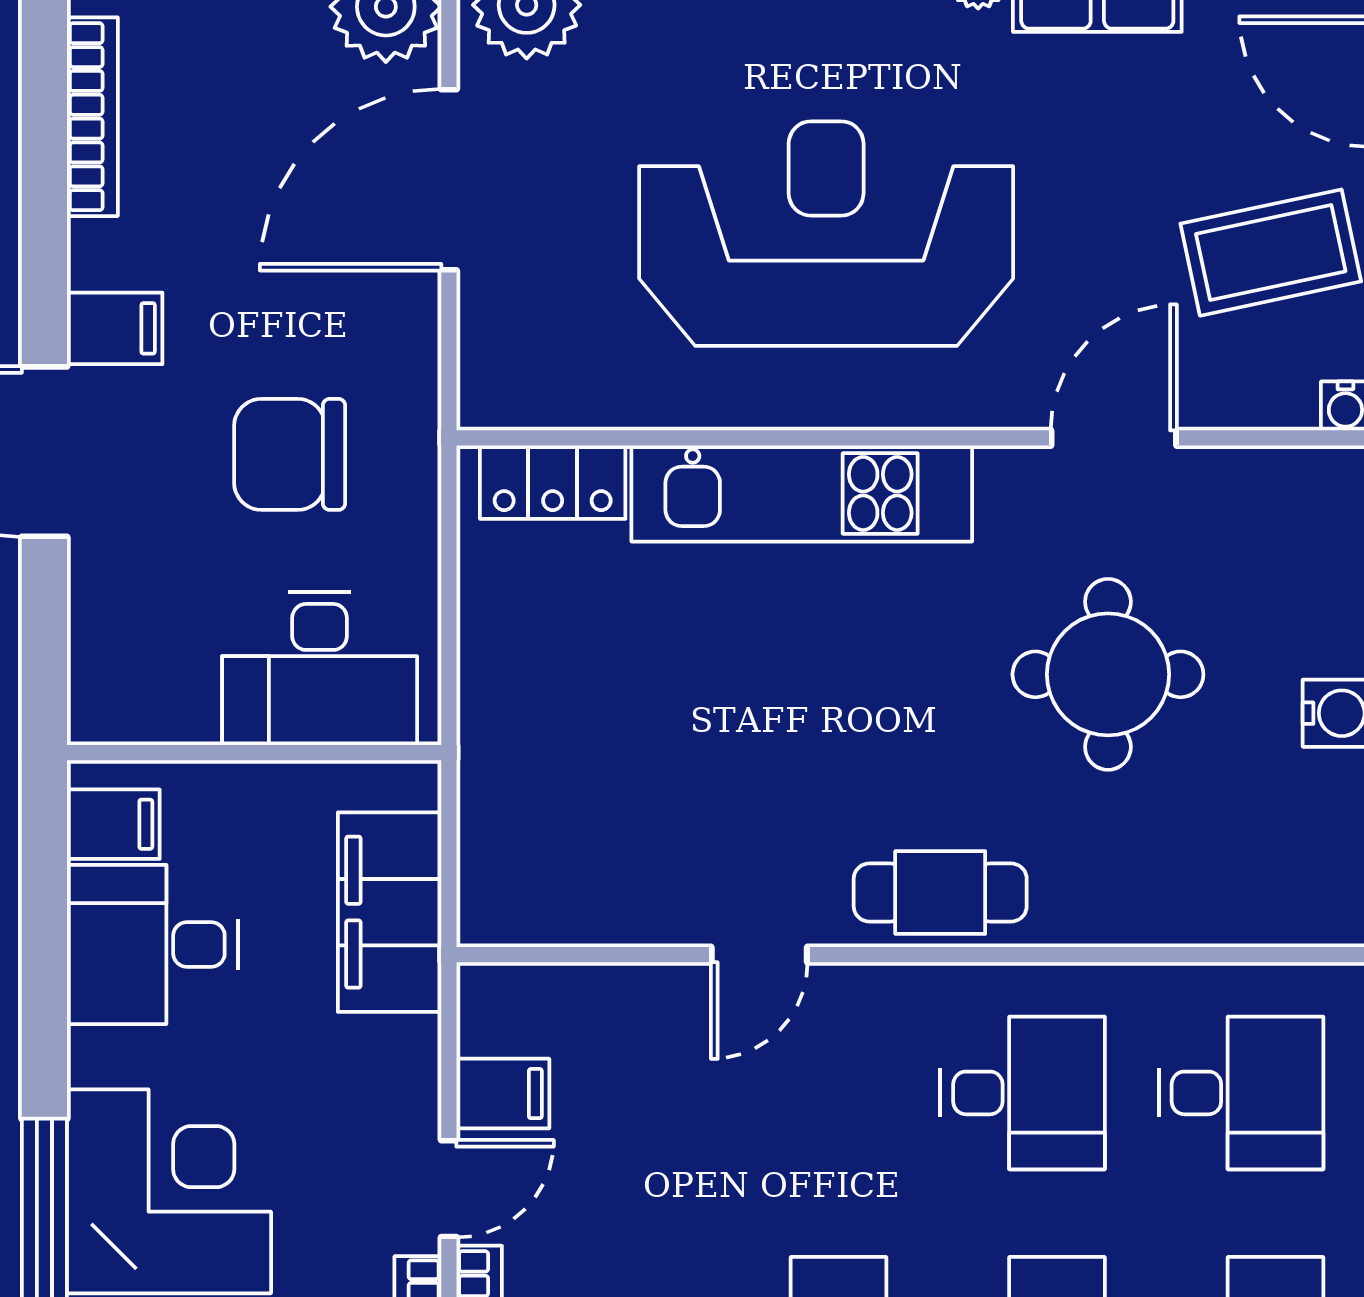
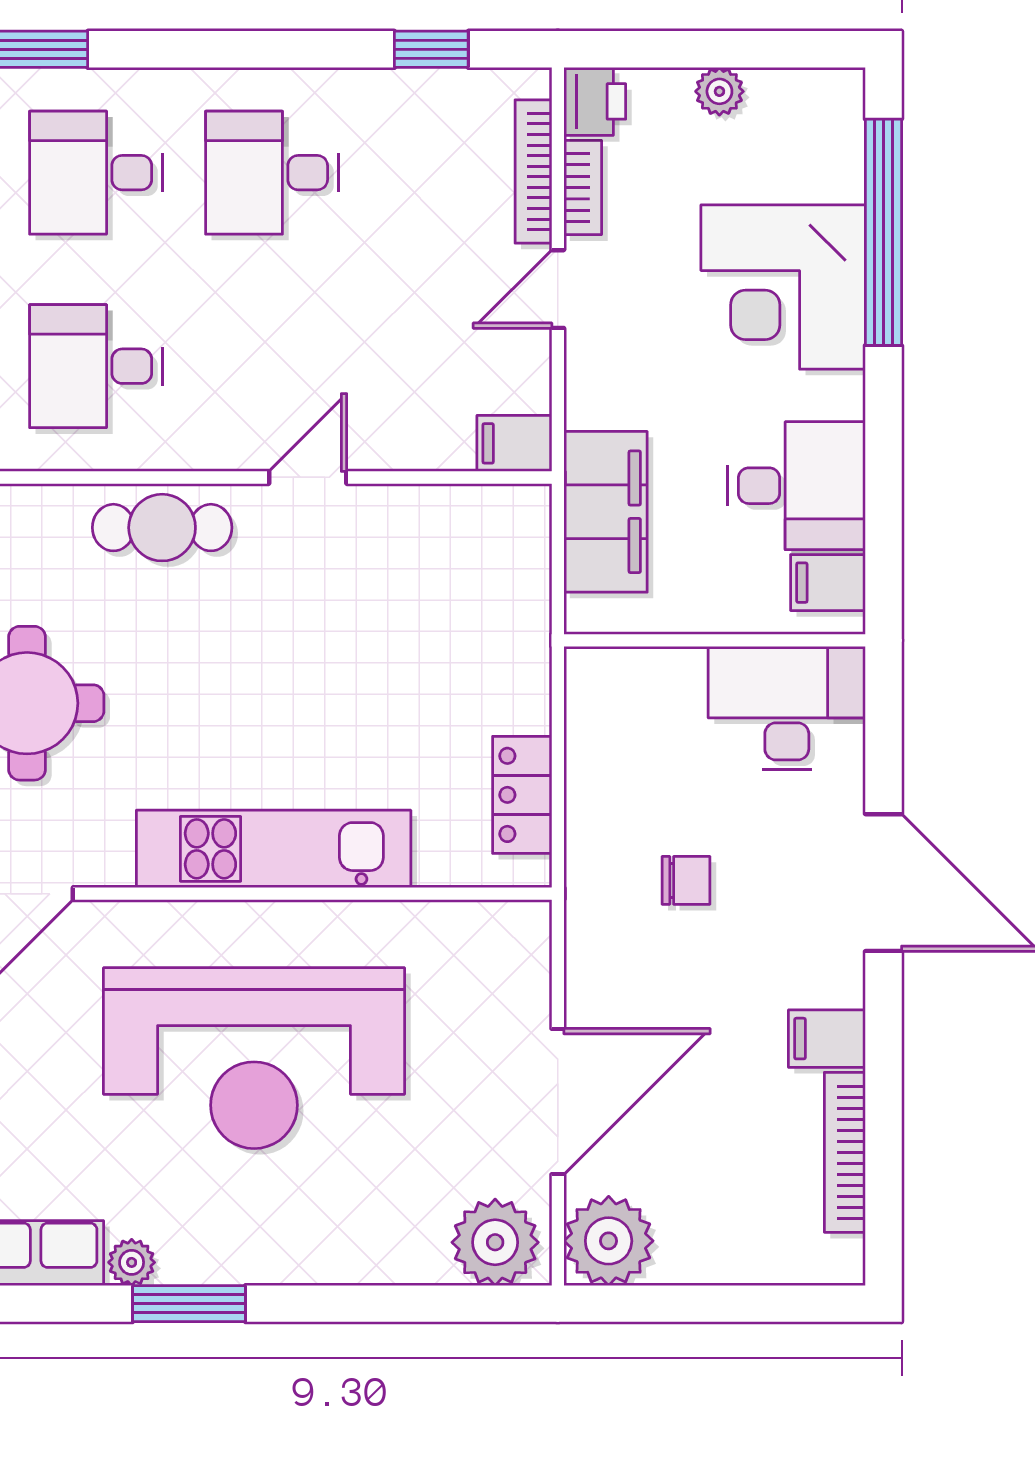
filing cabinet: (115, 328) -> (827, 1039), moved
chair: (290, 454) -> (686, 880), width x0.54, depth x0.54
locker: (553, 482) -> (522, 795), moved, turned -90
desk: (320, 668) -> (787, 708), moved
filing cabinet: (503, 1094) -> (514, 443), moved

